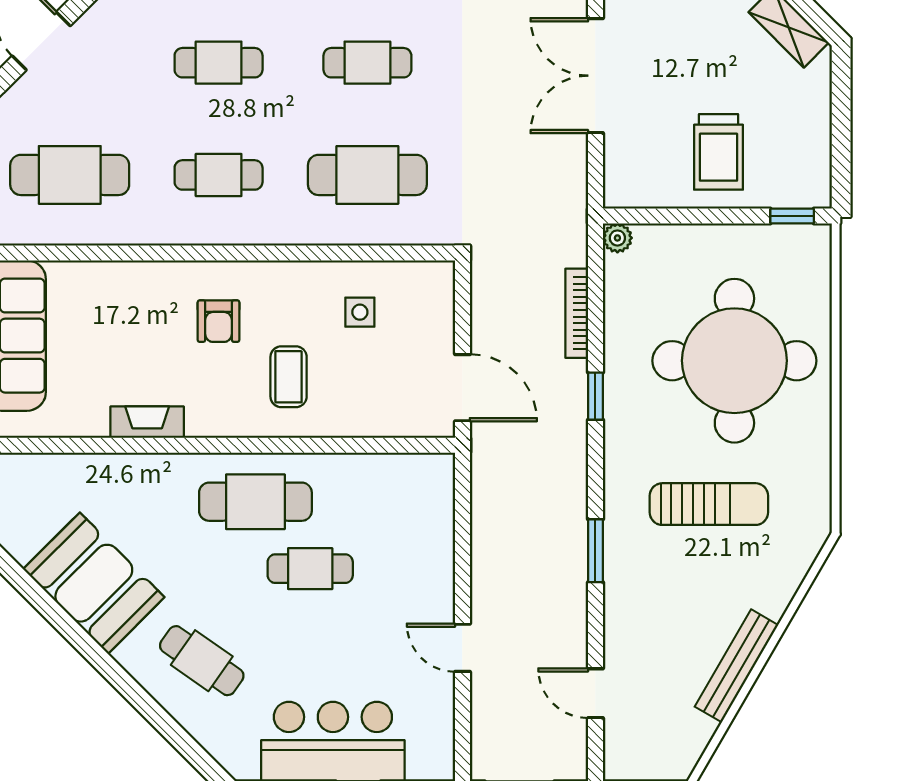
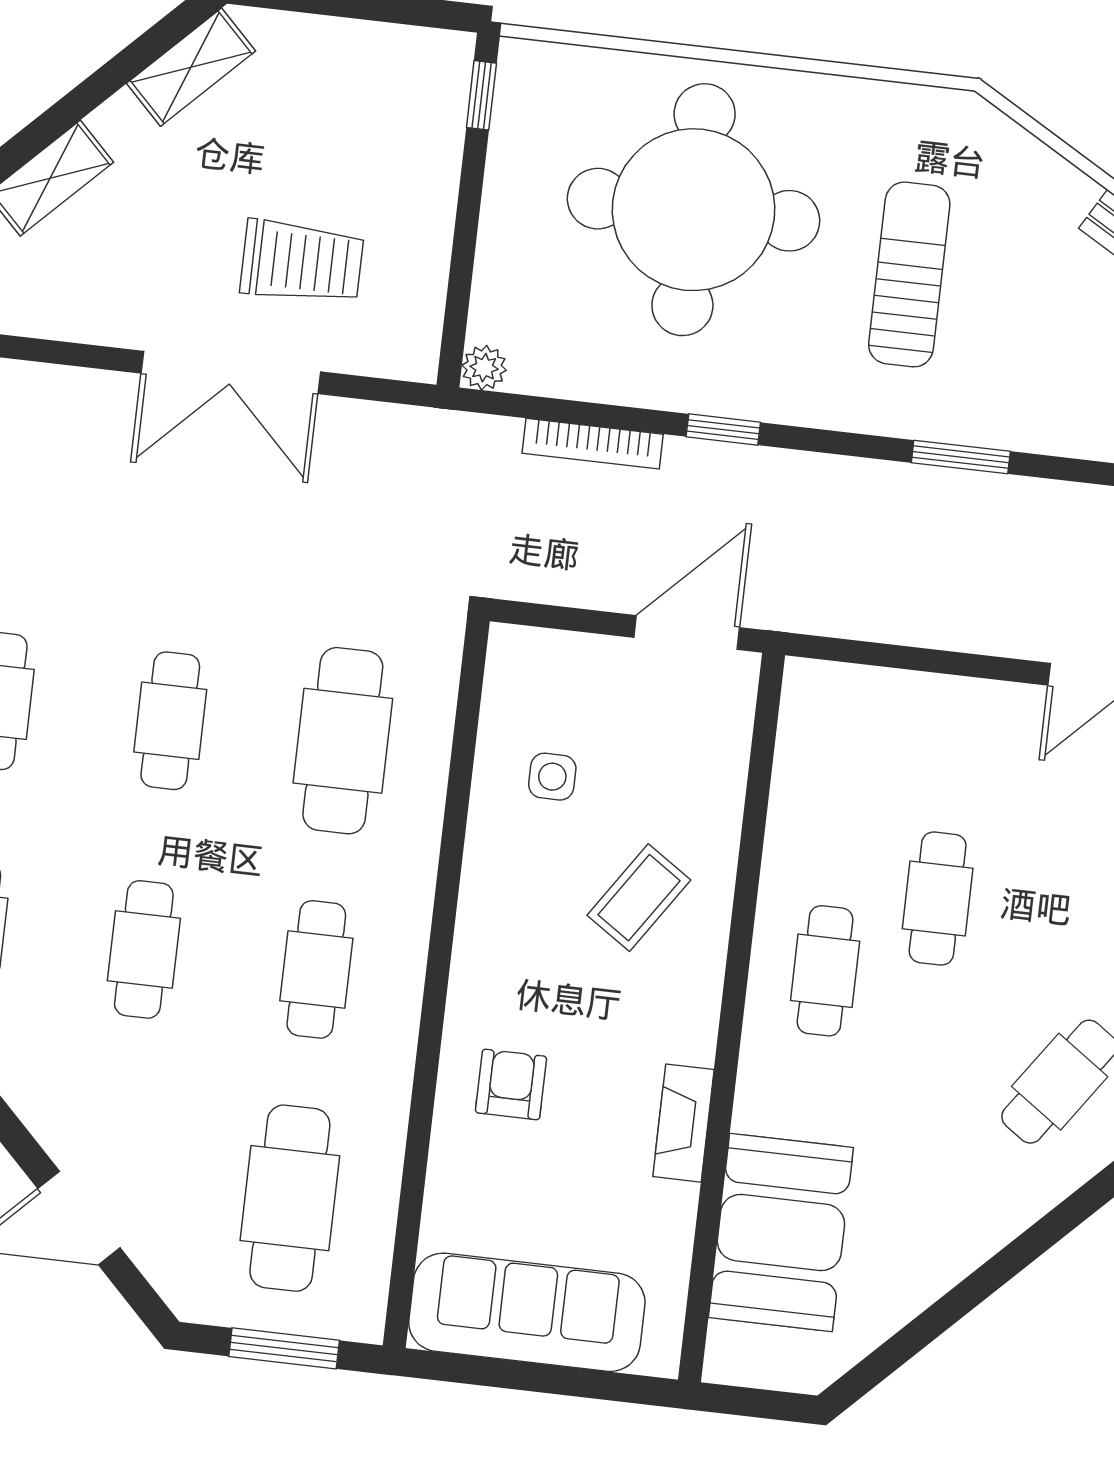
trolley: (718, 152) -> (302, 262), moved
armchair: (219, 321) -> (511, 1084), moved, turned -90
coffee table: (289, 377) -> (639, 898), turned -56
cafe table: (255, 502) -> (825, 971), width x0.73, depth x0.74
booth: (94, 583) -> (781, 1232), moved, turned -45

